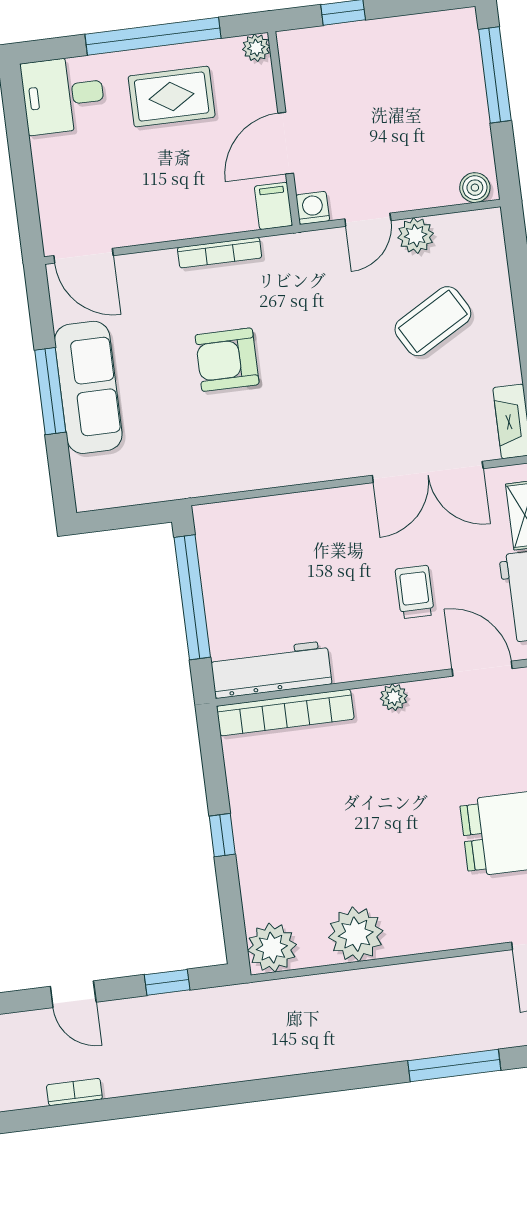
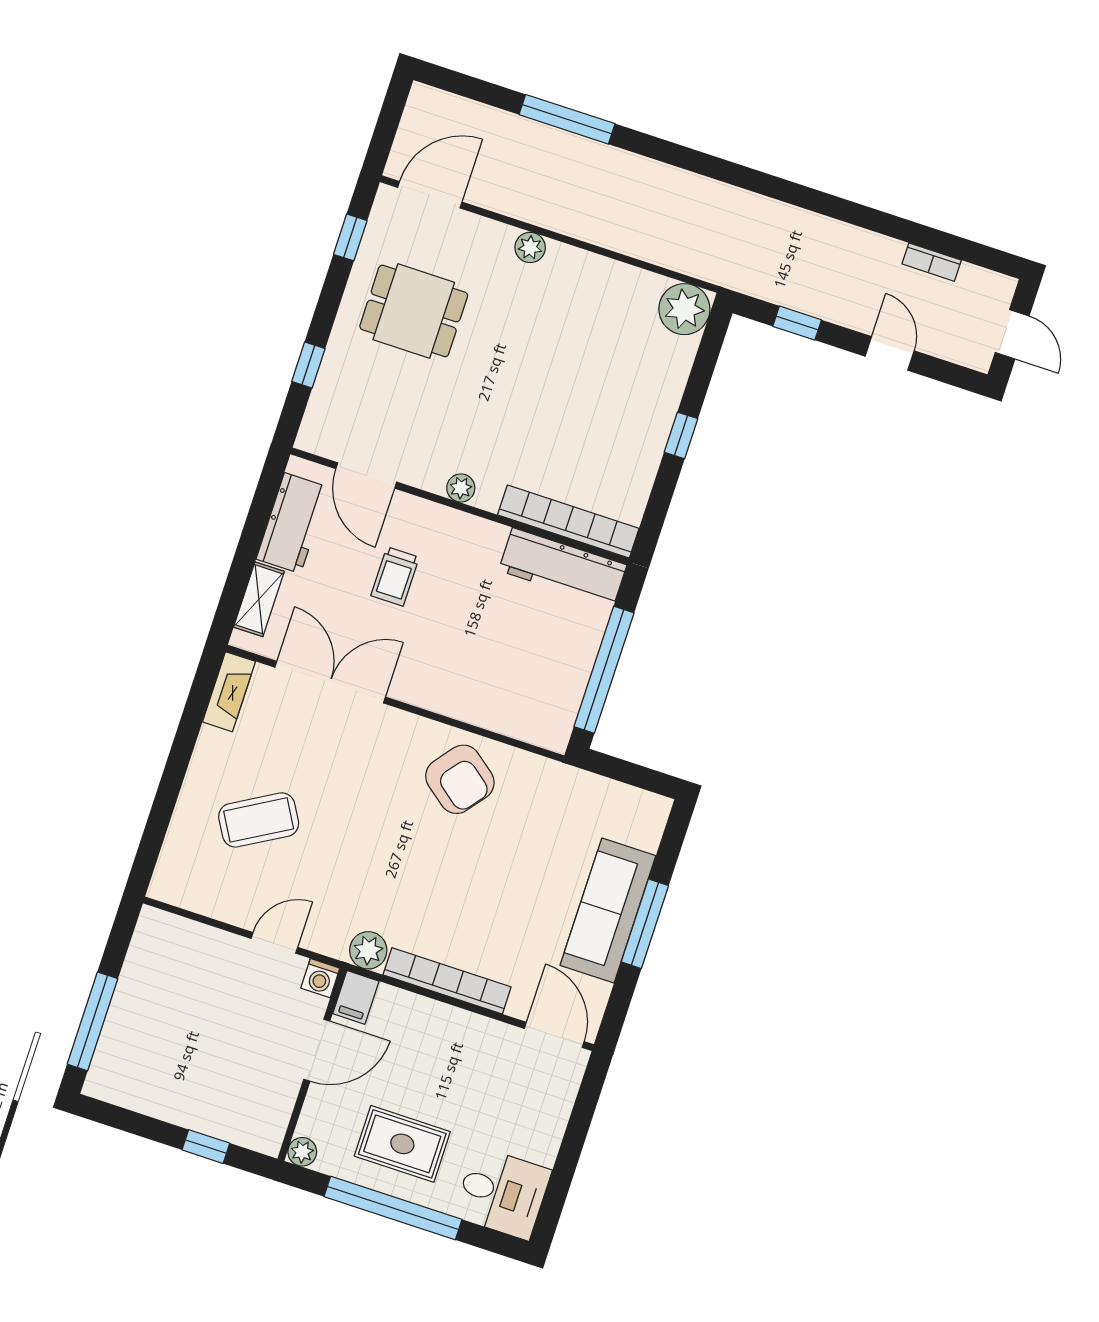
boiler: (475, 188) -> (161, 926), removed
plant: (416, 236) -> (368, 950), moved
bookcase: (220, 253) -> (447, 981), width x1.48, depth x1.31
armchair: (227, 360) -> (460, 779), moved, turned 38
plant: (356, 934) -> (530, 247), moved, width x0.53, depth x0.53

